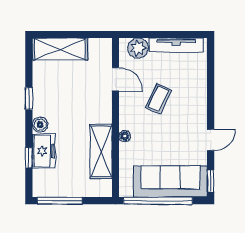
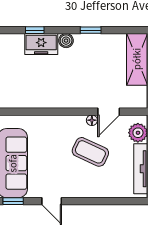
coffee table: (158, 99) -> (90, 152), width x1.36, depth x1.30
floor lamp: (125, 136) -> (92, 120), moved
shelving: (101, 151) -> (41, 98), removed

